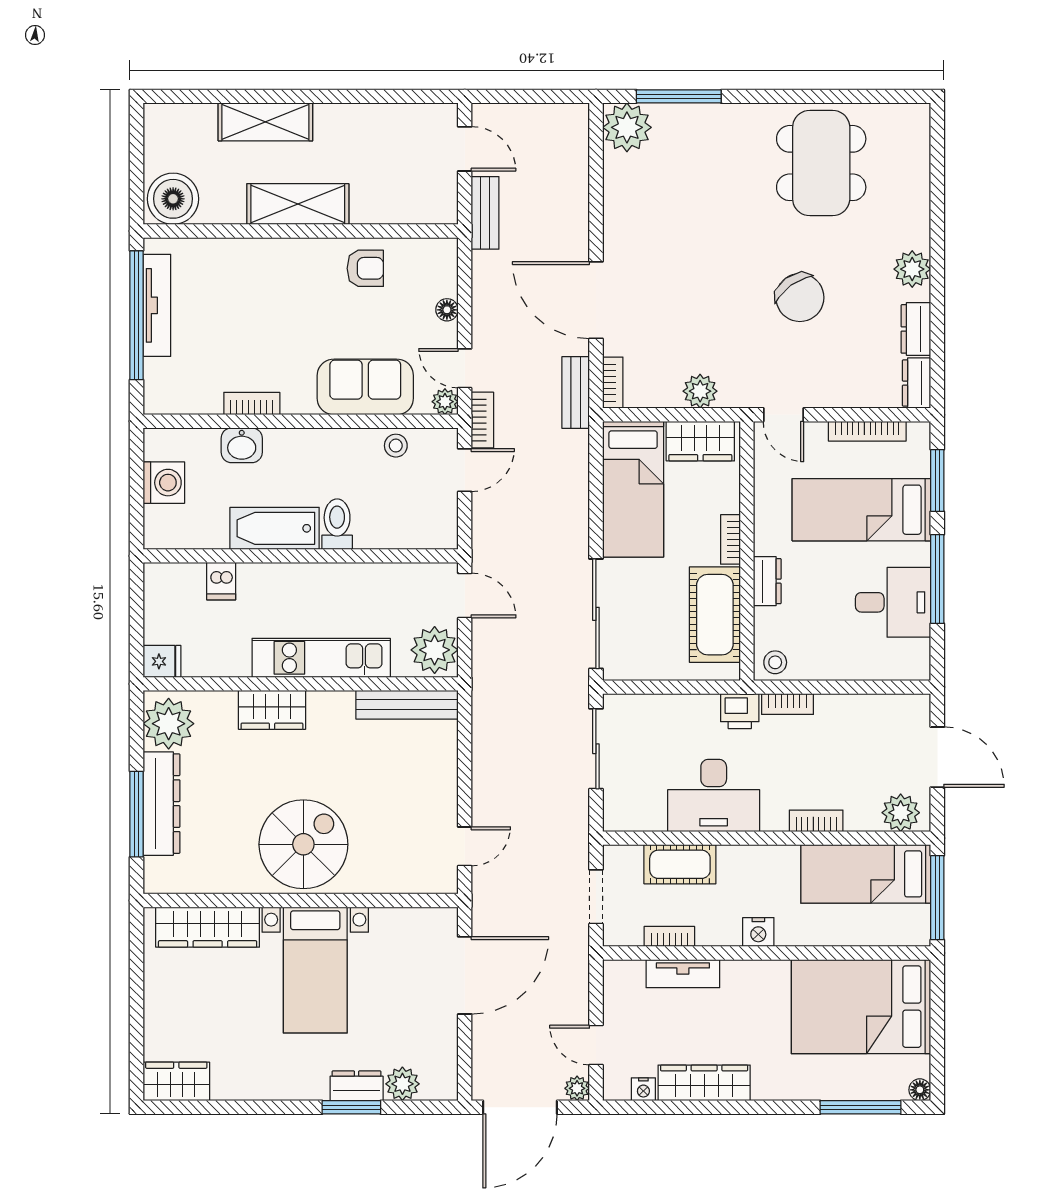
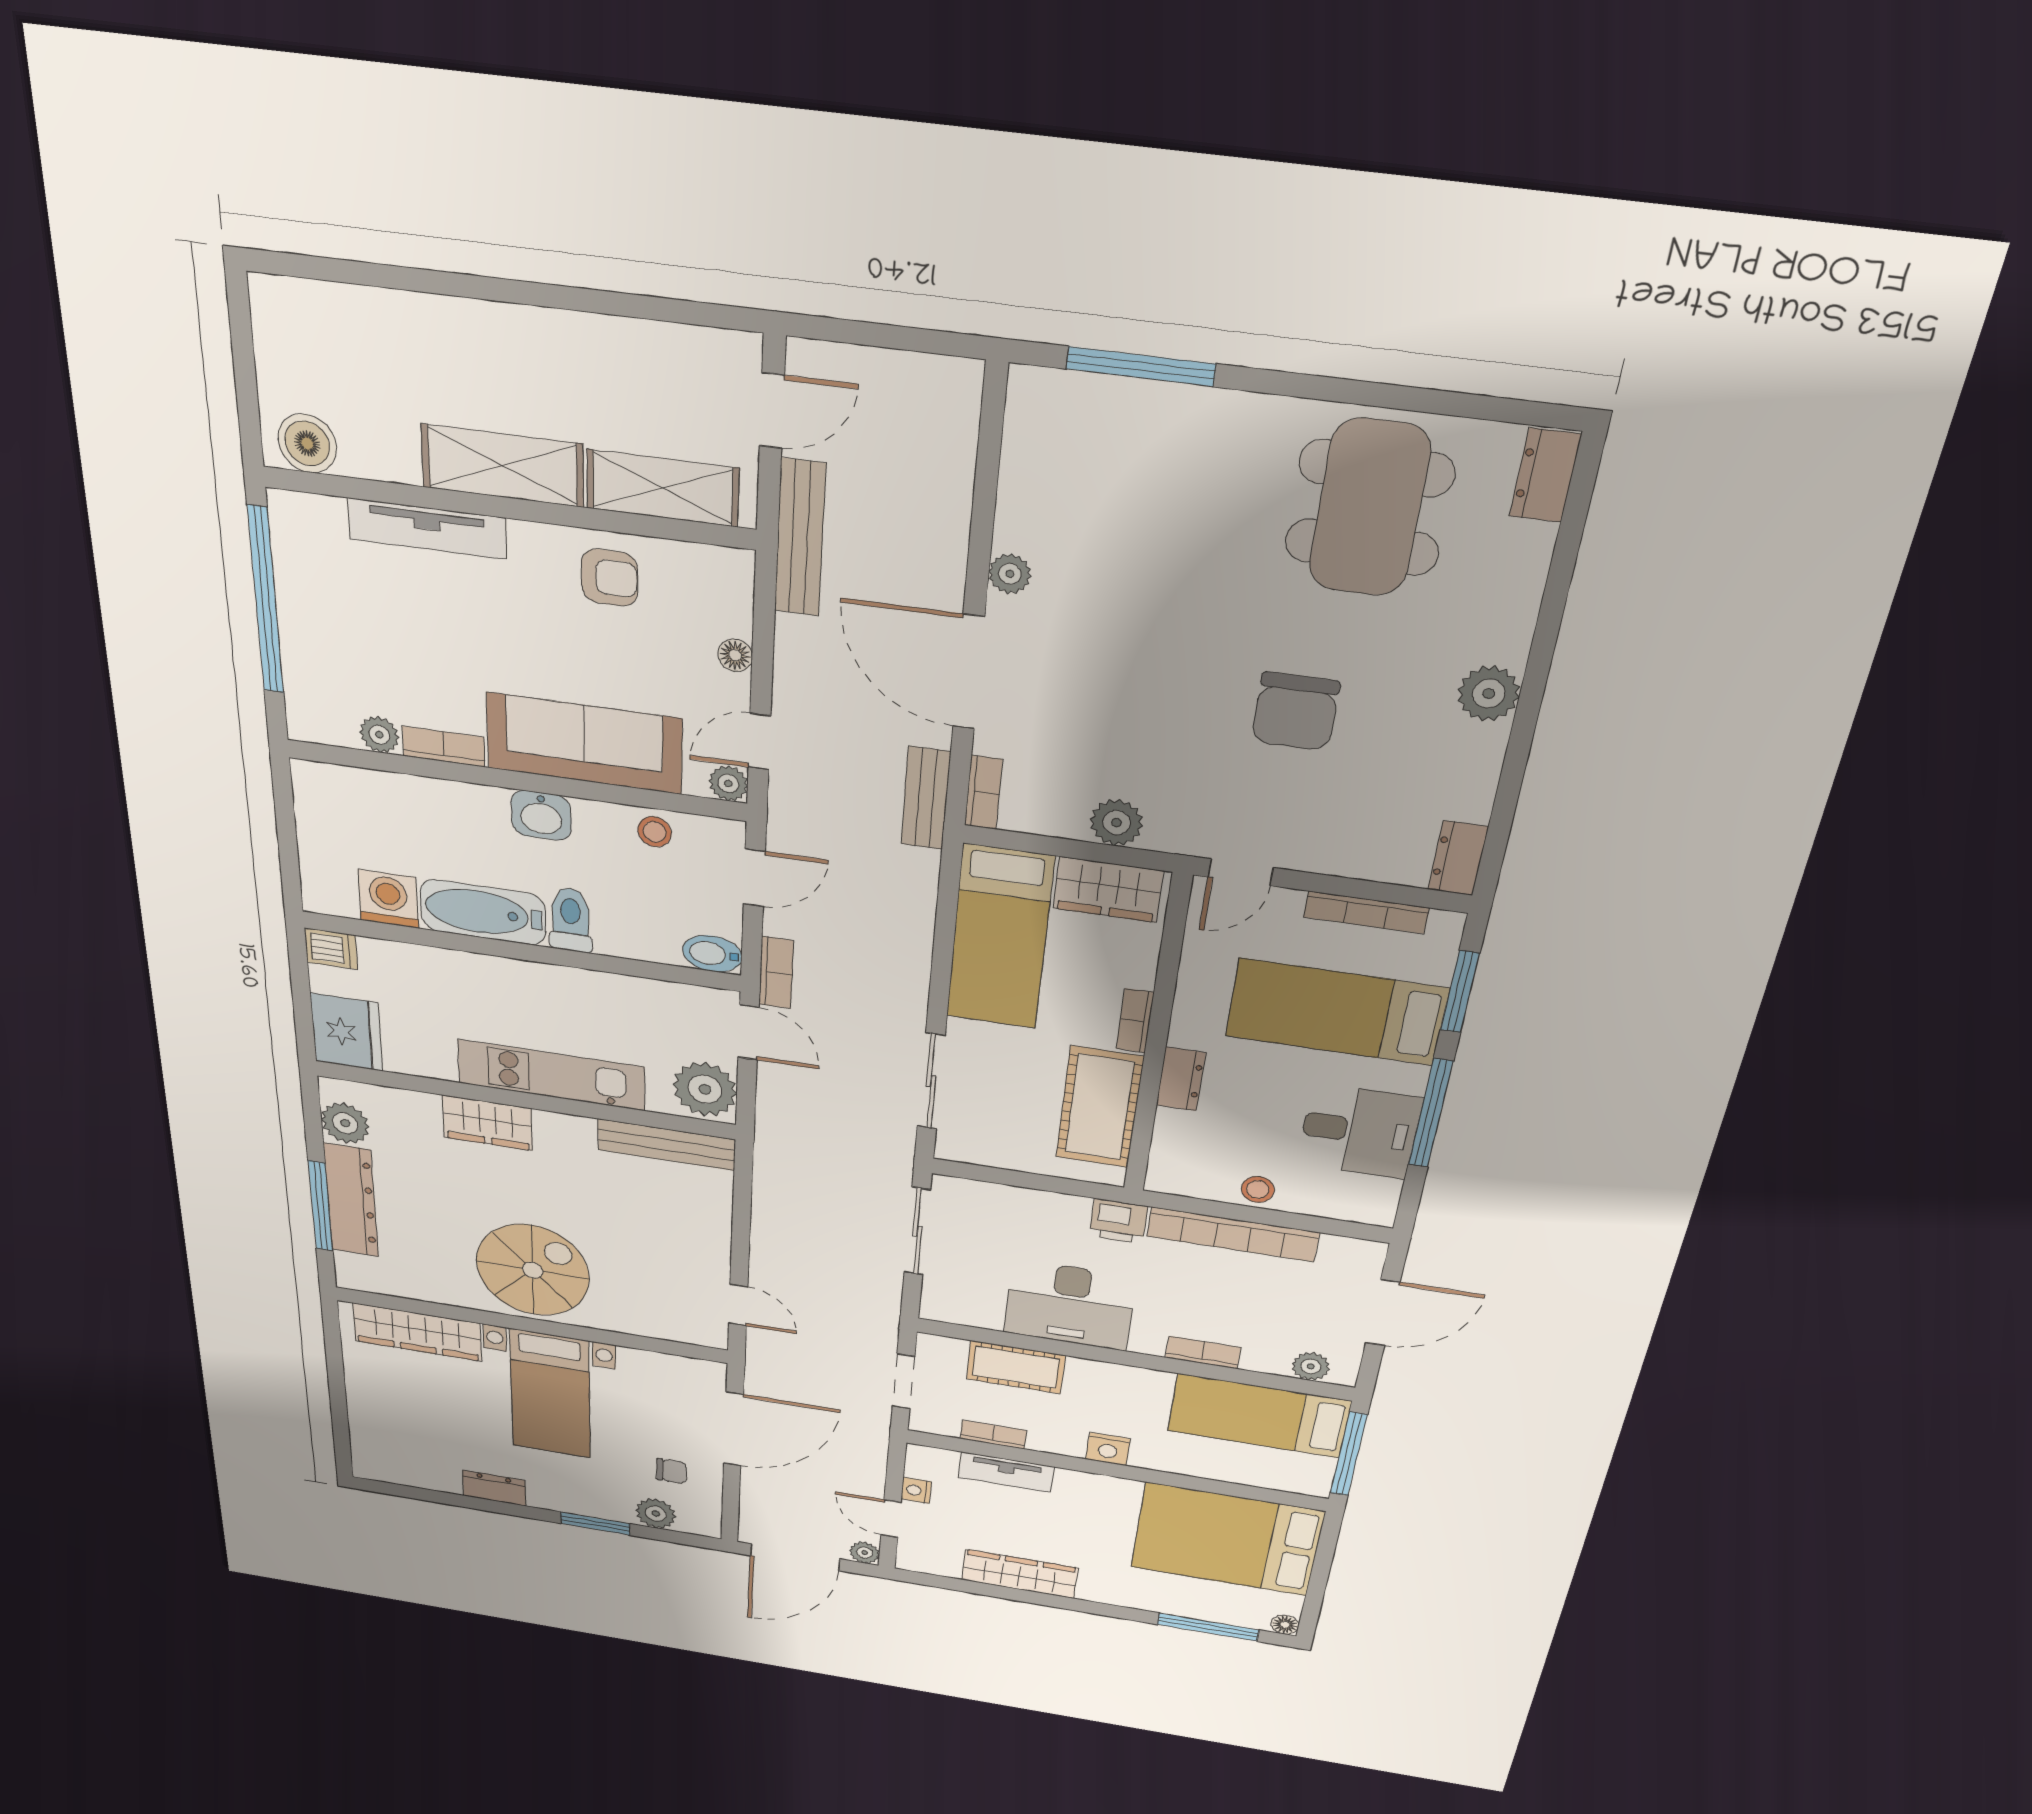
shelving: (265, 122) -> (663, 488), moved
plant: (627, 127) -> (1010, 574), moved, width x0.53, depth x0.53
door: (465, 149) -> (772, 411), hinge flipped
boiler: (173, 199) -> (307, 443), width x0.73, depth x0.73
bench: (485, 213) -> (800, 538), width x1.36
chair: (800, 298) -> (1295, 712), turned 36
tv unit: (157, 305) -> (427, 529), moved, turned 90
dresser: (916, 329) -> (1545, 475), moved
door: (465, 368) -> (759, 742), hinge flipped
sofa: (365, 387) -> (584, 743), width x1.36
plant: (208, 401) -> (379, 735), added
door: (783, 415) -> (1241, 872), hinge flipped
bookcase: (482, 420) -> (776, 973), moved
washbasin: (242, 445) -> (541, 815), moved
washing machine: (164, 483) -> (388, 899), moved, turned -90
bidet: (437, 535) -> (712, 954), added
dishwasher: (221, 581) -> (331, 949), moved, turned -90
sliding door: (596, 614) -> (931, 1081), width x0.73
fridge: (162, 661) -> (347, 1032), width x1.88, depth x1.34
stool: (775, 662) -> (1258, 1189), moved
bookcase: (788, 704) -> (1233, 1234), width x2.31, depth x1.31
plant: (169, 724) -> (345, 1123), width x0.73, depth x0.73
door: (937, 757) -> (1383, 1313), hinge flipped
plant: (901, 813) -> (1311, 1366), width x0.73, depth x0.73
door: (465, 846) -> (738, 1305), hinge flipped
chair: (415, 1033) -> (671, 1471), added
wardrobe: (176, 1081) -> (390, 1467), removed
dresser: (357, 1086) -> (494, 1488), moved
nightstand: (643, 1089) -> (916, 1490), moved, turned 90

